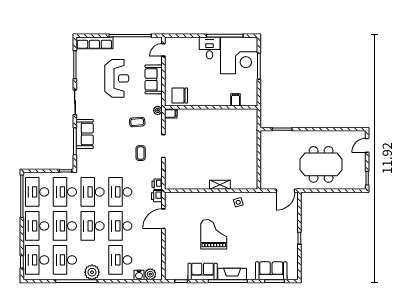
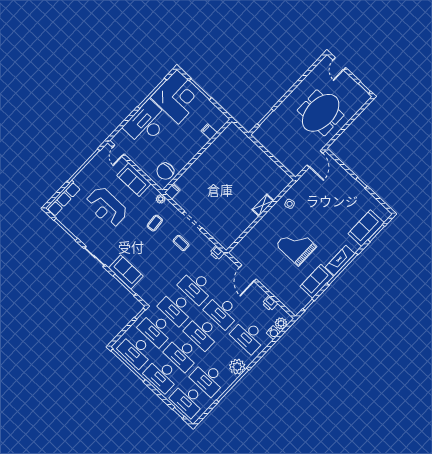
desk: (210, 48) -> (147, 123), width x1.87, depth x1.30
reception desk: (117, 78) -> (106, 207), turned 180
printer: (157, 196) -> (270, 303), moved

